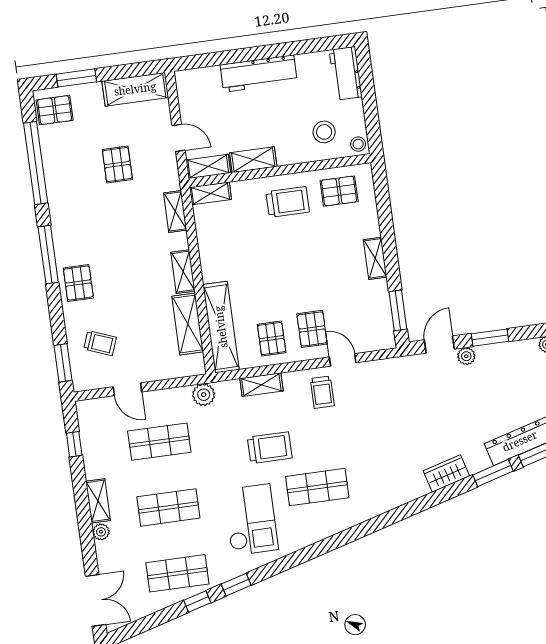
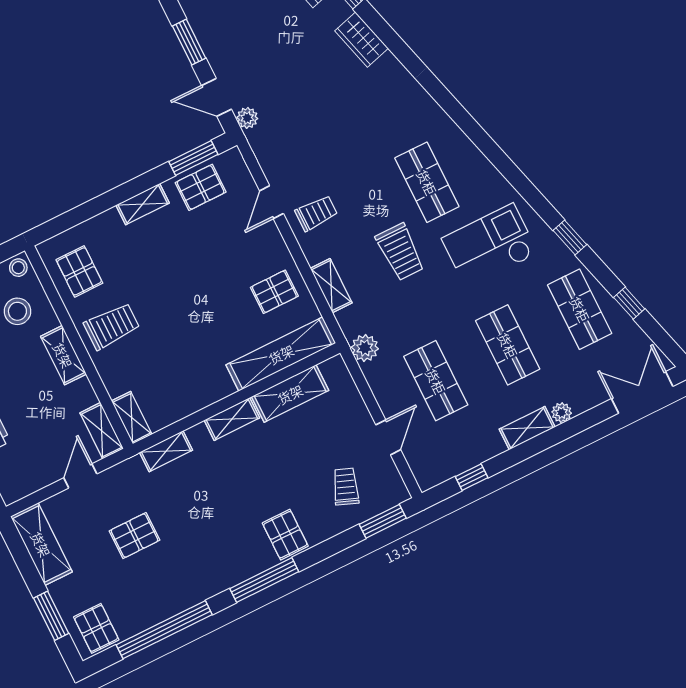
shelving: (253, 160) -> (63, 355), moved
trolley: (288, 202) -> (112, 326), turned 90
pallet: (78, 283) -> (285, 535), turned 90
pallet: (312, 329) -> (201, 187), moved
plant: (466, 356) -> (247, 118), moved
trolley: (270, 448) -> (400, 252), turned 180
window: (197, 602) -> (629, 303), moved

